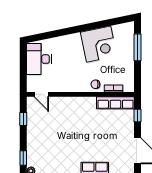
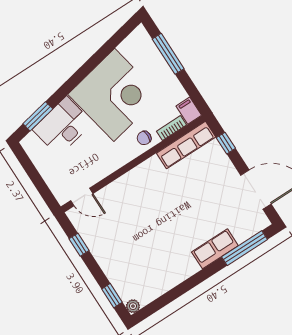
window: (46, 36) -> (38, 116), added
corner desk: (99, 44) -> (114, 95), width x1.36, depth x1.36
desk: (39, 59) -> (63, 126), moved, turned 78
filing cabinet: (129, 85) -> (189, 111), added

